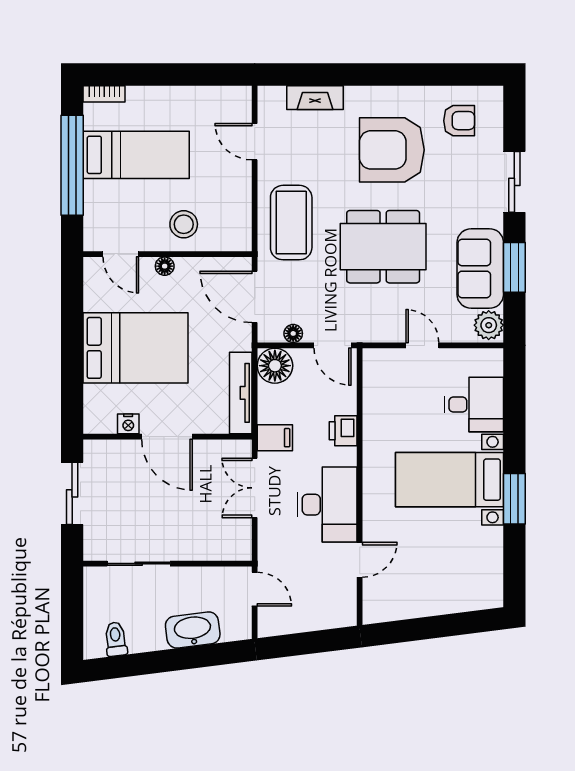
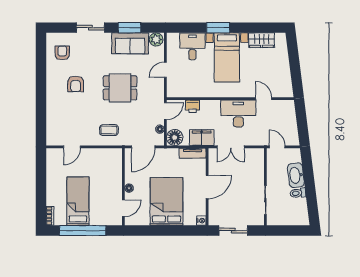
fireplace: (315, 98) -> (52, 119), removed
armchair: (392, 150) -> (76, 84), width x0.53, depth x0.53
coffee table: (291, 223) -> (109, 130), width x0.54, depth x0.58
stool: (184, 224) -> (110, 179), removed
dining table: (383, 247) -> (120, 88), width x0.73
tv unit: (241, 393) -> (193, 153), width x0.71
nightstand: (128, 424) -> (201, 221), moved
printer: (343, 431) -> (193, 106), moved
filing cabinet: (275, 438) -> (202, 138), width x2.00
window: (514, 499) -> (218, 28), moved
wardrobe: (487, 555) -> (262, 40), added
door: (255, 589) -> (277, 147), hinge flipped
toilet: (116, 639) -> (298, 193), moved

